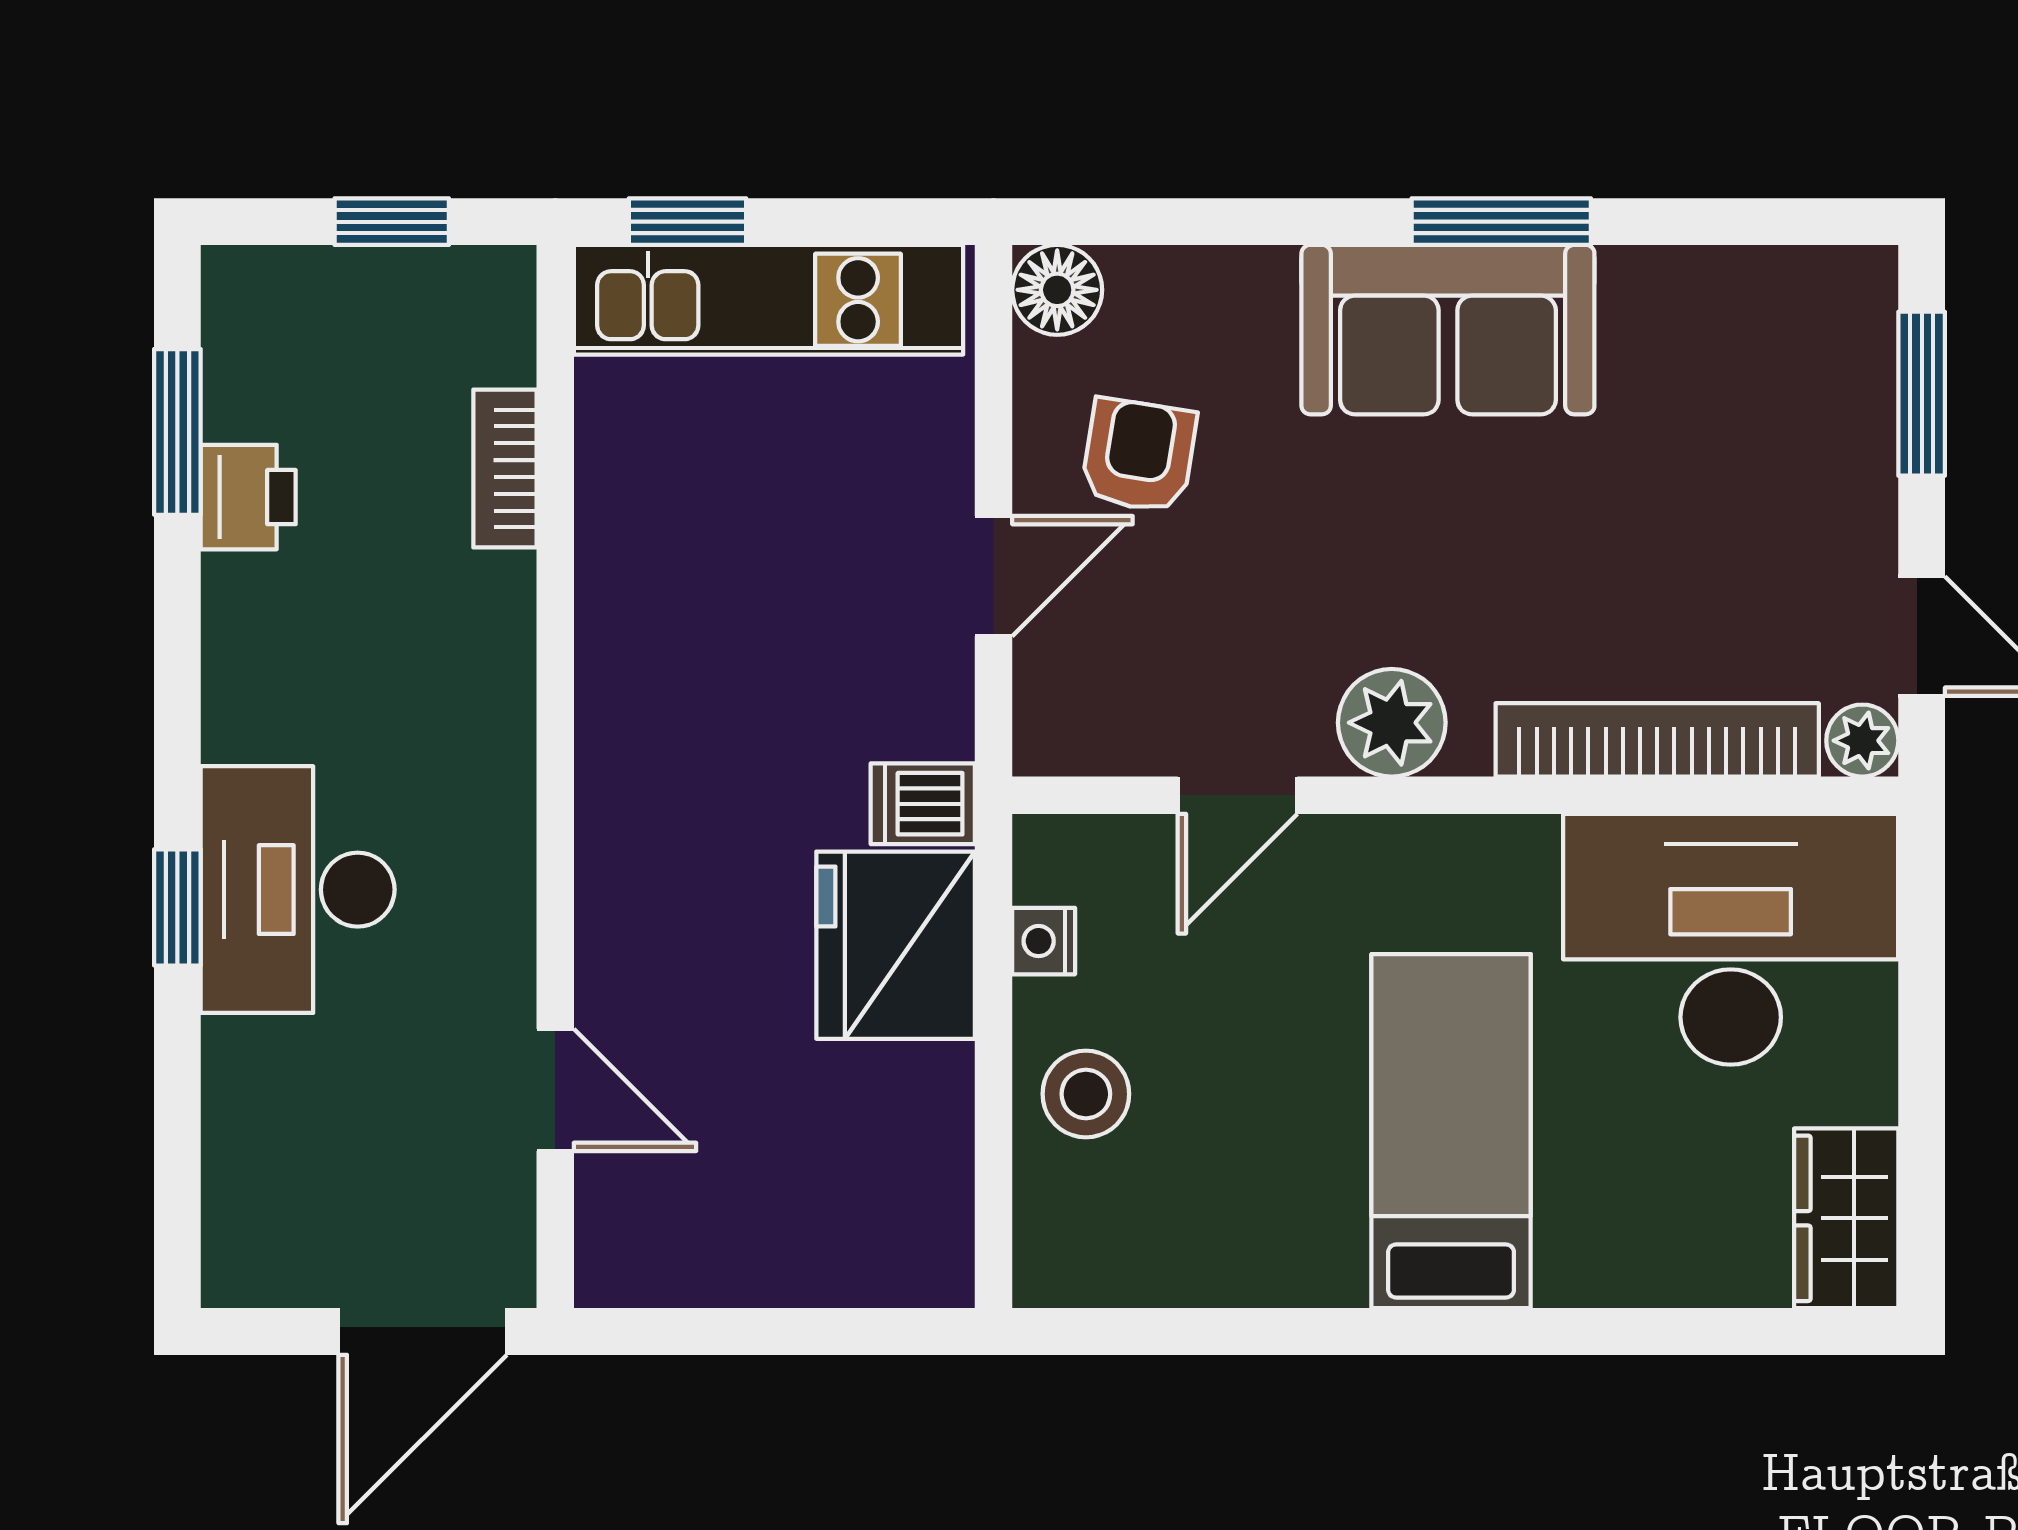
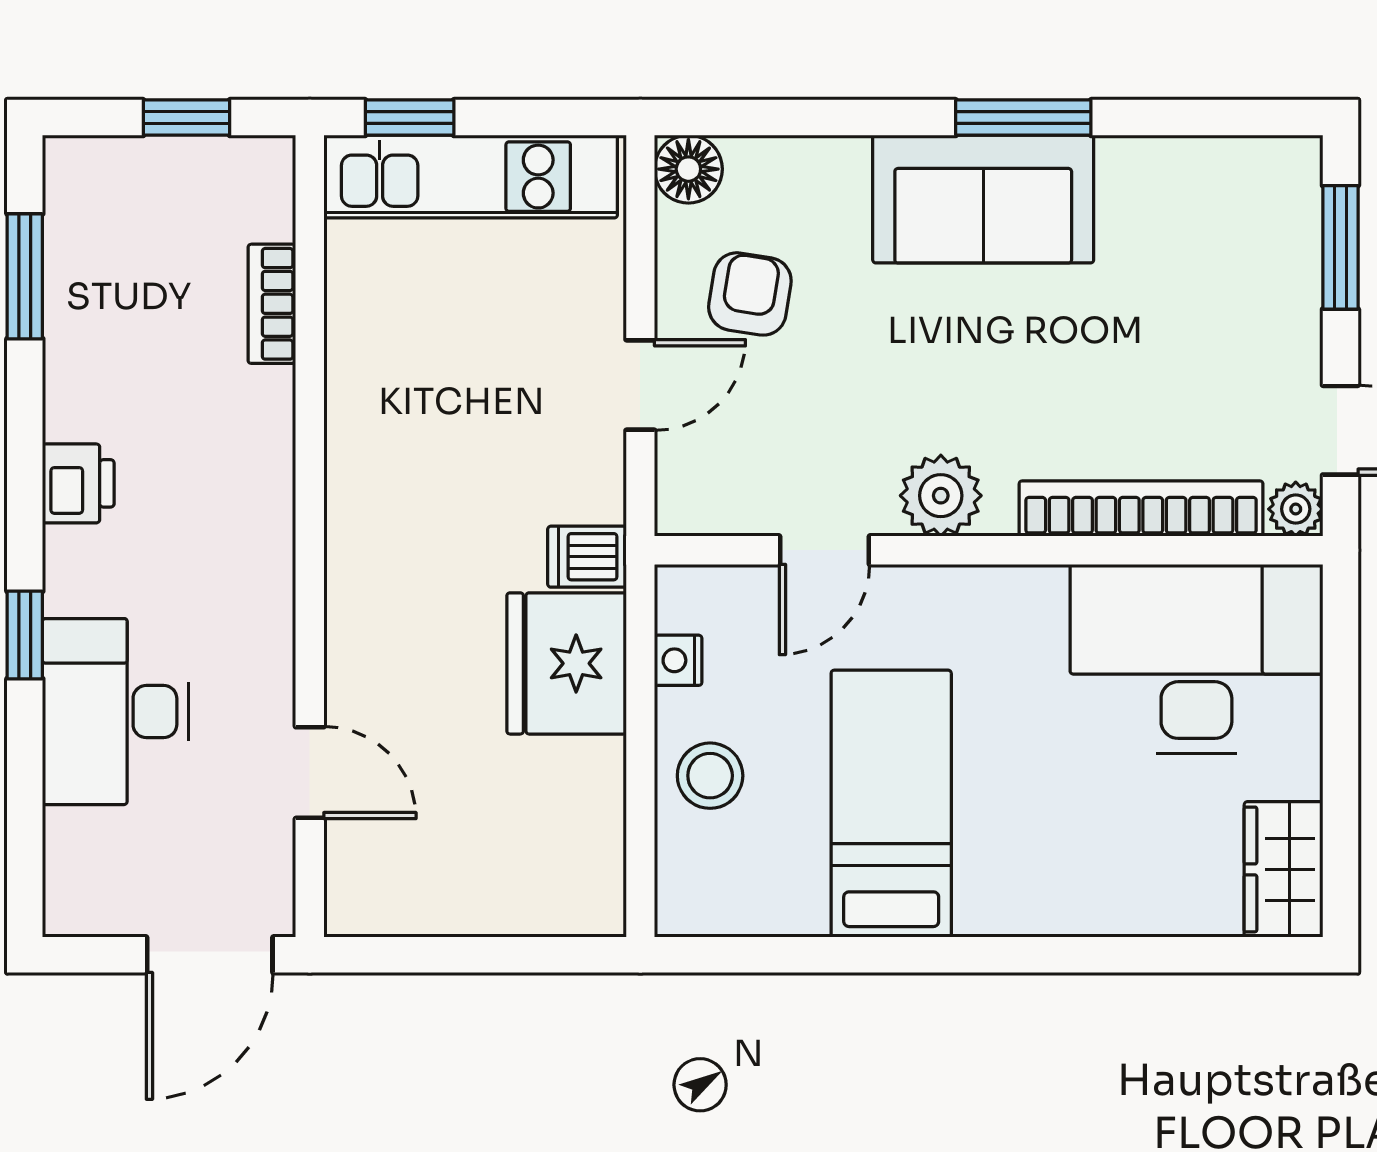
printer: (248, 497) -> (78, 483), moved
desk: (298, 890) -> (115, 712), moved
bed: (1451, 1131) -> (891, 804), moved

